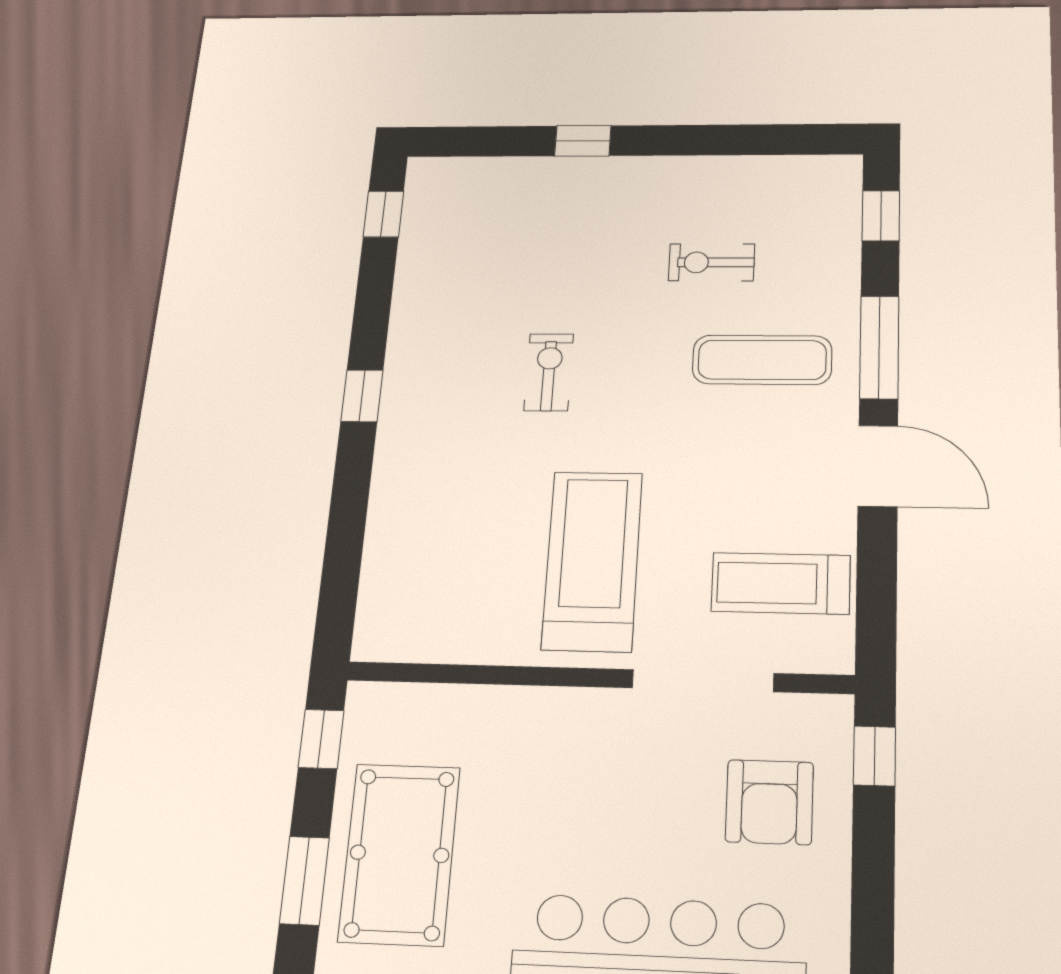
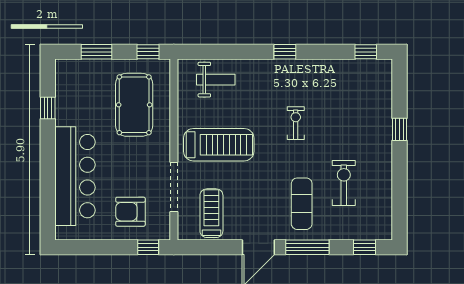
exercise bike: (712, 262) -> (344, 183), width x1.38, depth x1.39
exercise bike: (549, 372) -> (296, 123), turned -90
weight bench: (416, 565) -> (216, 80), added
pool table: (399, 854) -> (134, 105), moved, turned 90

